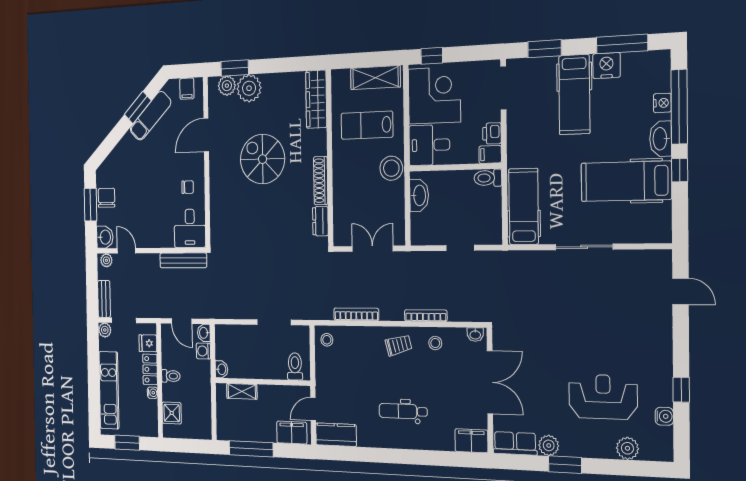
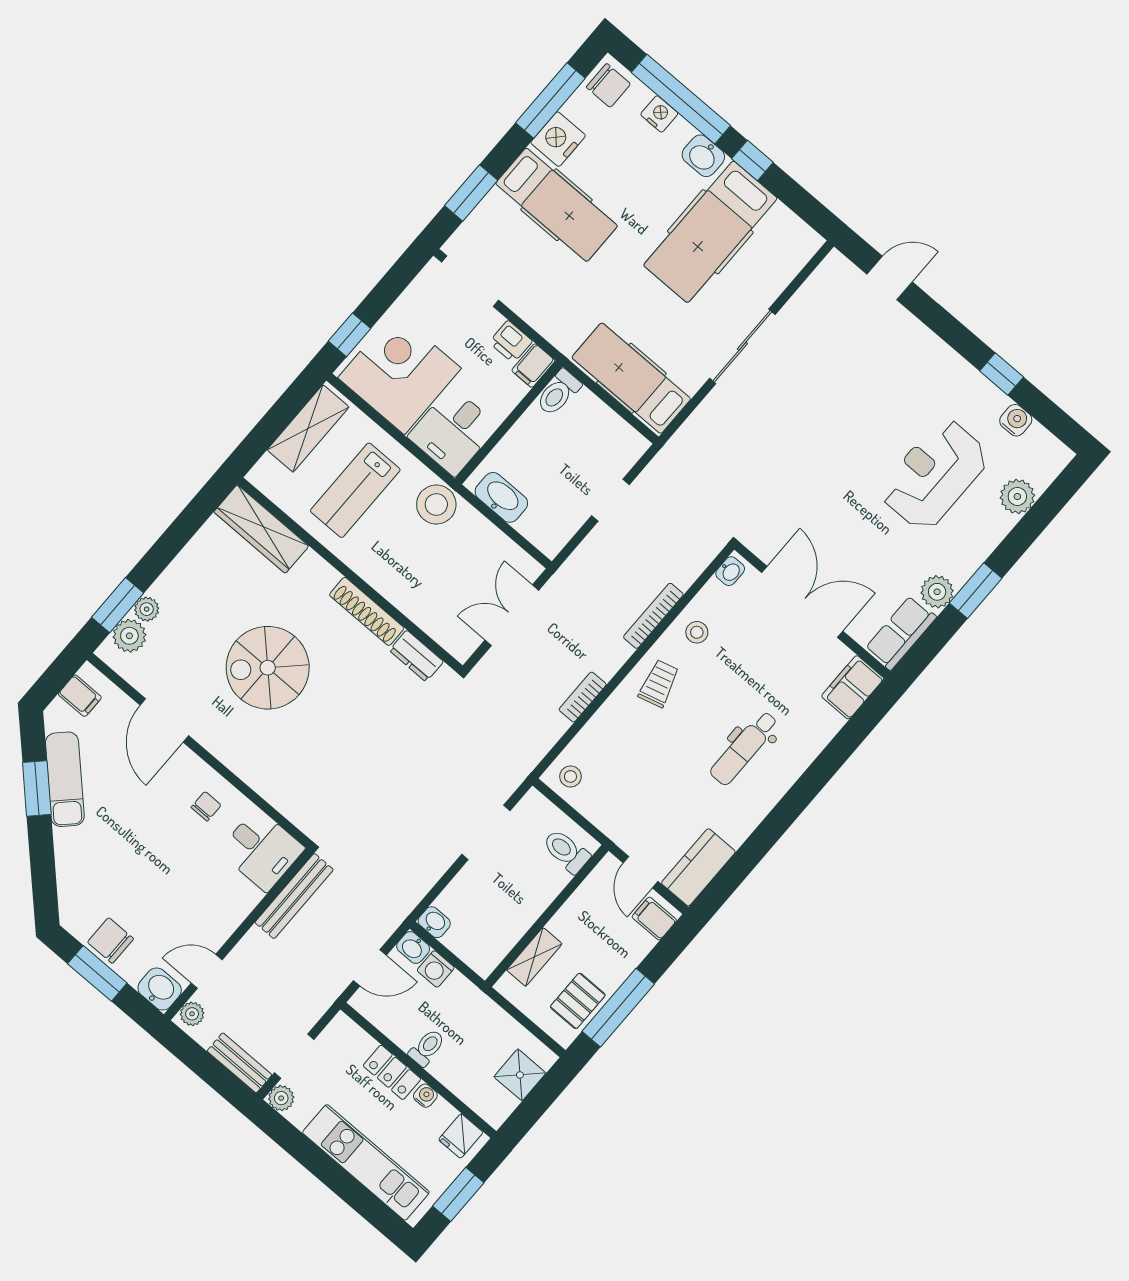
chair: (654, 65) -> (608, 85), added
plant: (249, 88) -> (147, 609), width x0.53, depth x0.53
washbasin: (661, 139) -> (703, 156), width x0.72
bookcase: (356, 314) -> (583, 697), width x0.64
fridge: (148, 343) -> (461, 1136), moved
washbasin: (221, 369) -> (434, 922), moved
shower: (172, 413) -> (520, 1075), moved
pallet: (240, 428) -> (578, 1001), added
filing cabinet: (292, 433) -> (654, 919), width x0.50

